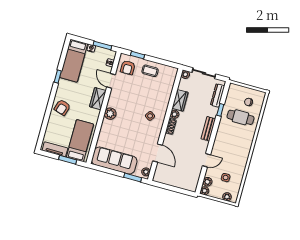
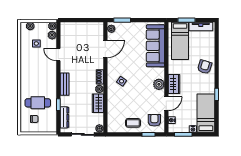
door: (111, 81) -> (166, 104), hinge flipped
plant: (110, 114) -> (159, 84), moved
door: (157, 153) -> (105, 49), swing flipped
door: (207, 160) -> (58, 55), hinge flipped
sofa: (114, 161) -> (155, 46), moved, turned 90

